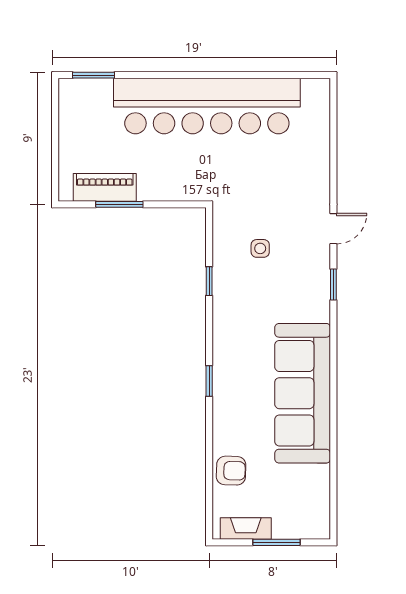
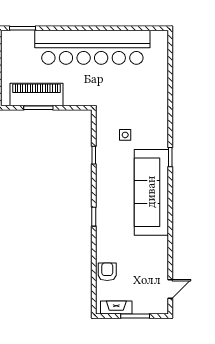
piano: (105, 187) -> (36, 95), width x1.37, depth x1.33
door: (333, 229) -> (170, 289), moved
sofa: (303, 393) -> (151, 192), moved
armchair: (231, 471) -> (107, 272), turned -92

